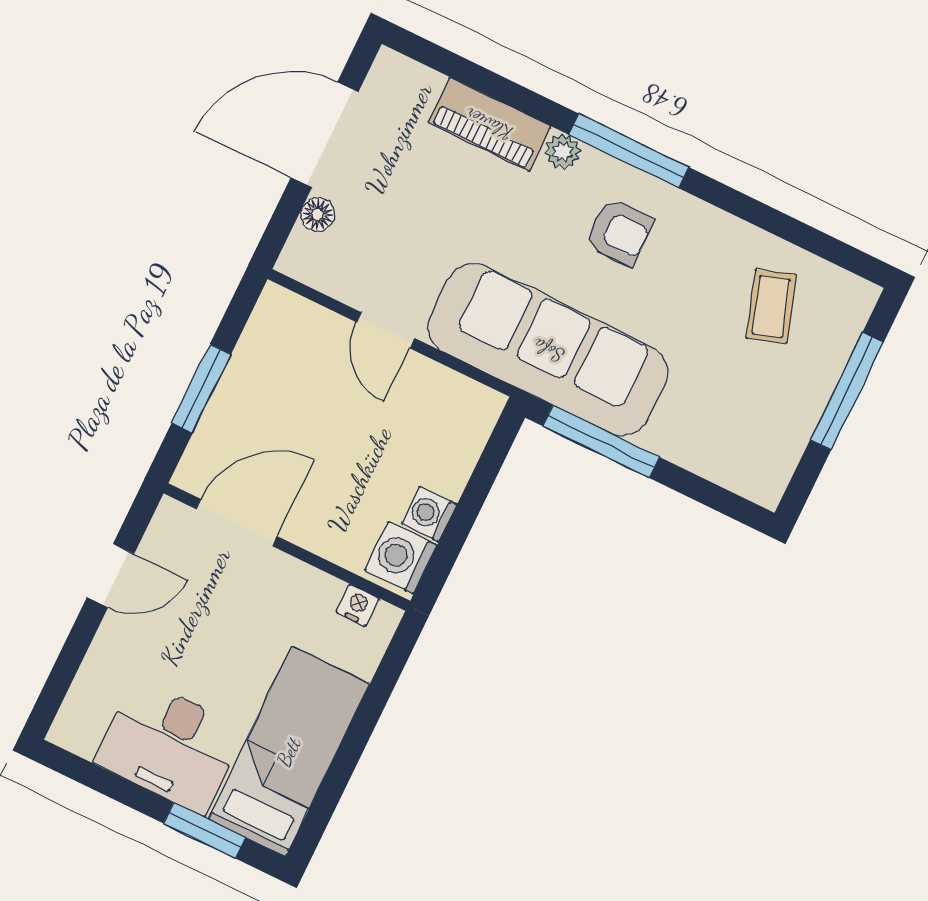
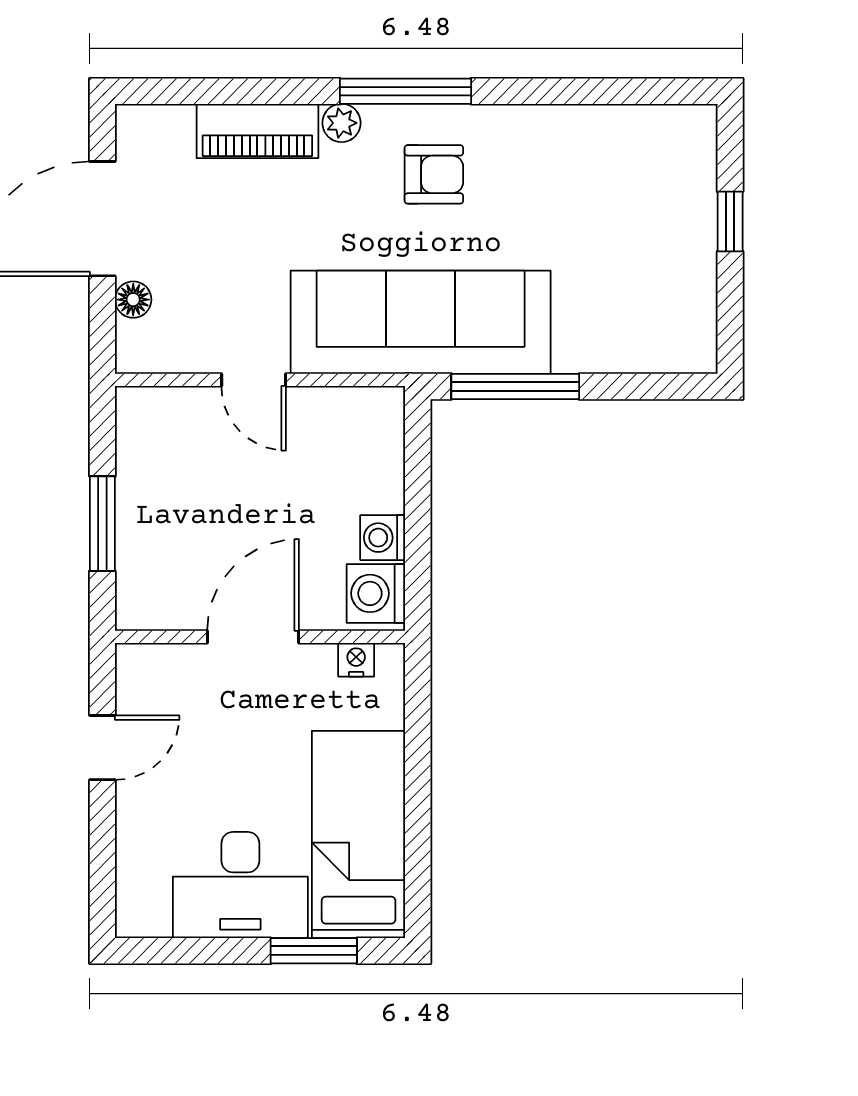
coffee table: (771, 306) -> (617, 175), removed
window: (847, 391) -> (730, 221), width x0.46
door: (237, 523) -> (253, 637), moved

